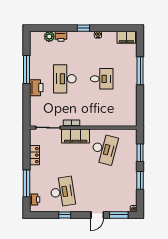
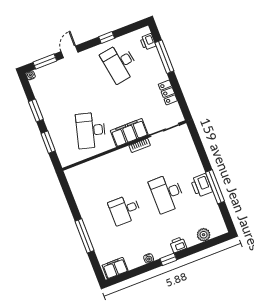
printer: (61, 36) -> (178, 245), moved
desk: (65, 79) -> (167, 193), turned 180
printer: (36, 88) -> (201, 185), moved

